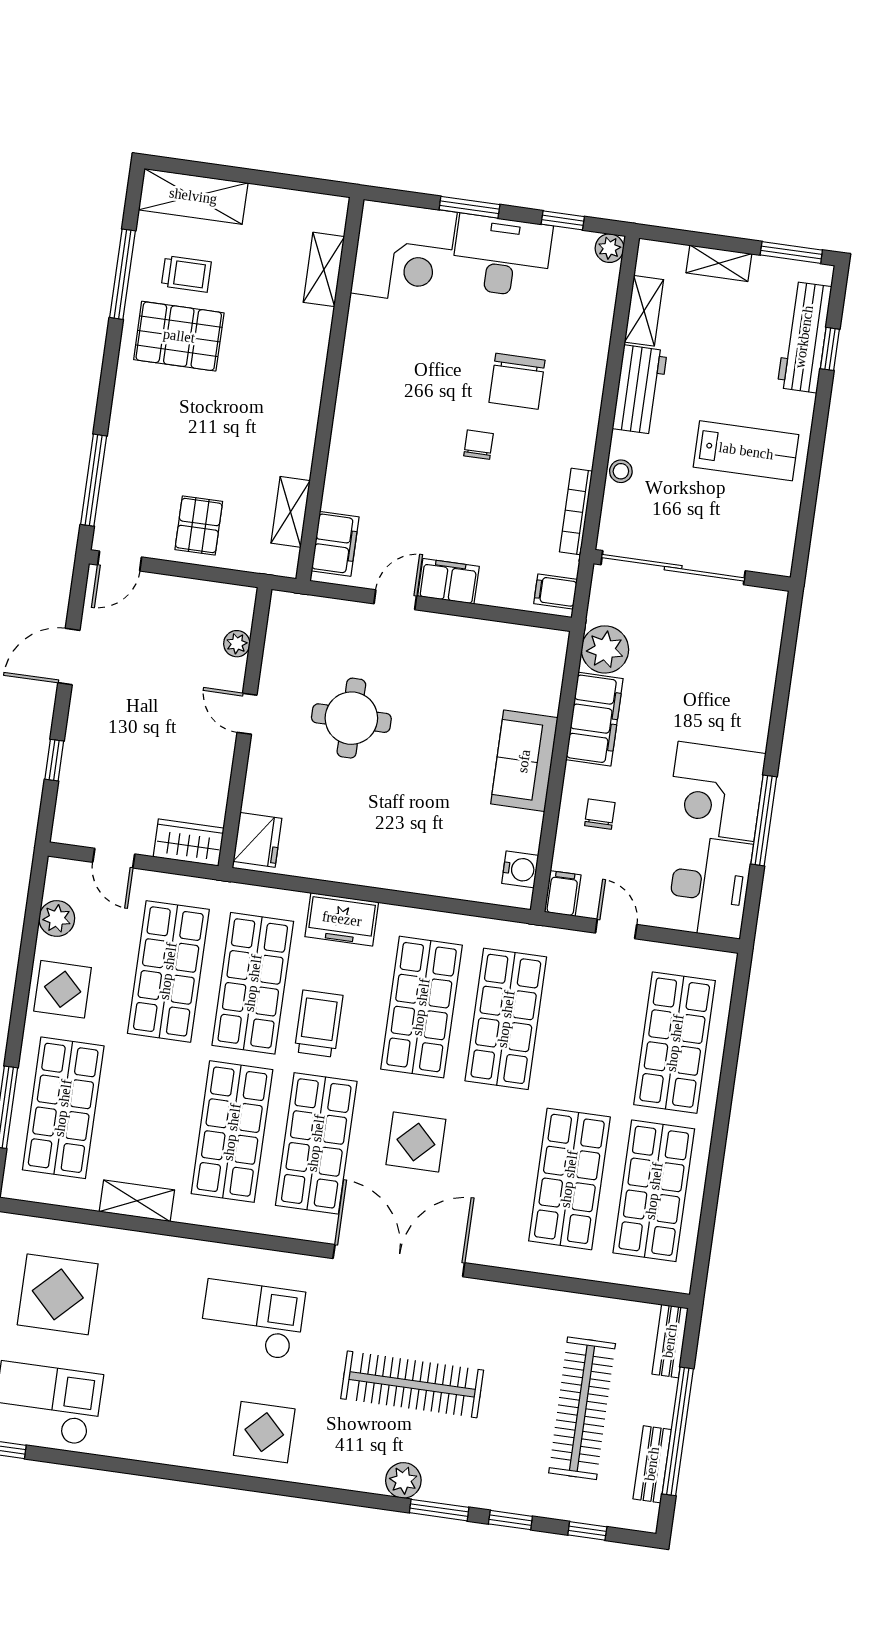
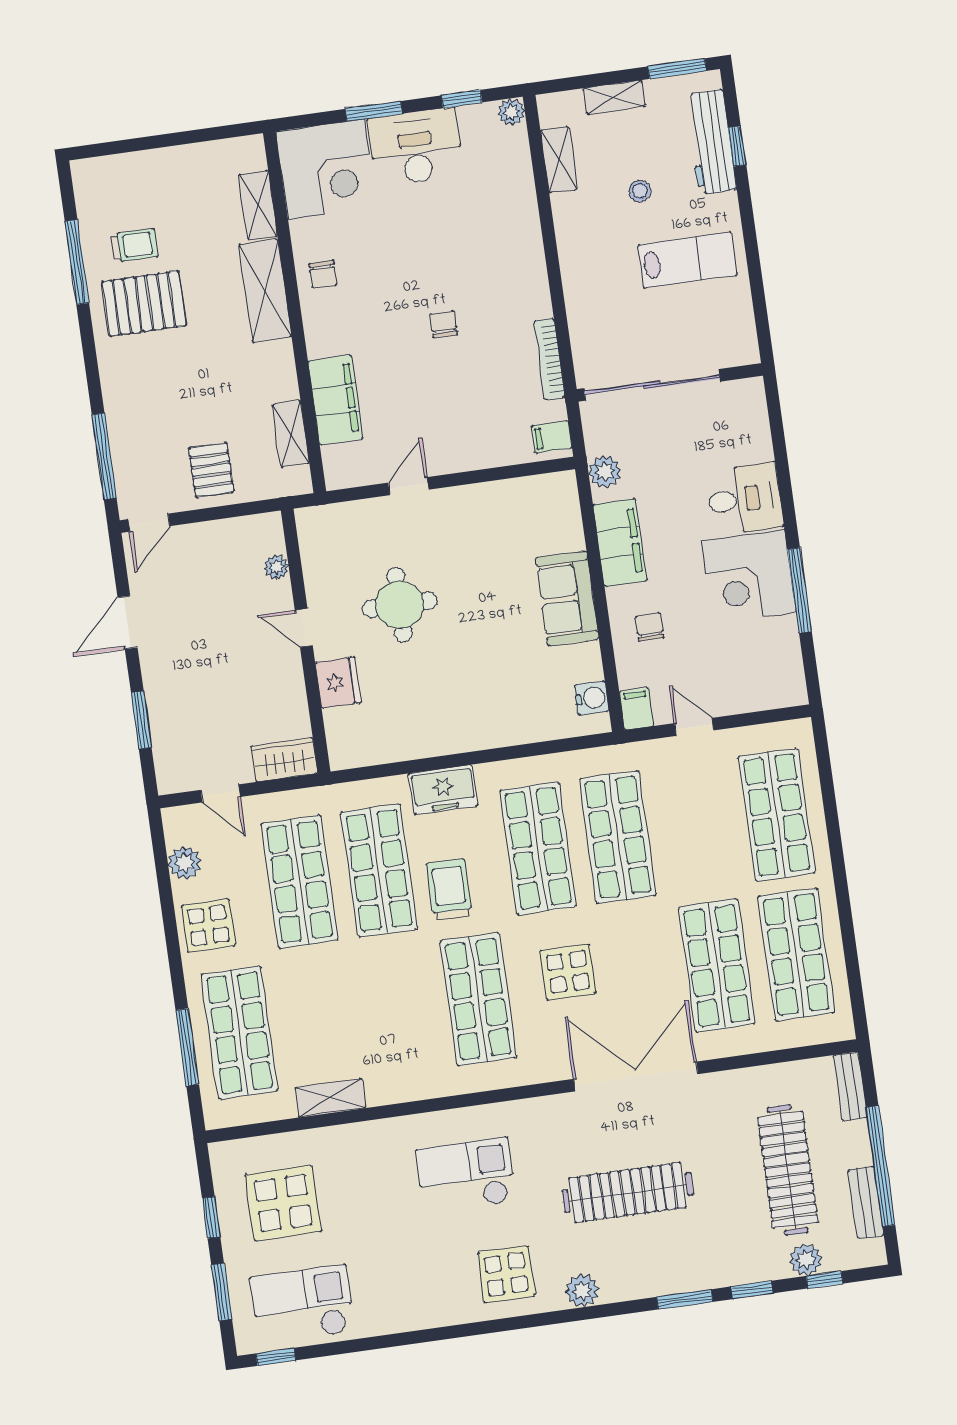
shelving: (193, 196) -> (265, 291), moved, turned 90
chair: (517, 381) -> (323, 274), moved, width x0.54, depth x0.54
workbench: (640, 390) -> (575, 232), removed
stool: (621, 471) -> (640, 191), moved
filing cabinet: (335, 544) -> (335, 400), moved, width x1.50, depth x1.17
filing cabinet: (448, 581) -> (452, 456), removed
plant: (605, 649) -> (605, 472), width x0.73, depth x0.73
window: (54, 760) -> (141, 720), width x1.50
fridge: (258, 840) -> (338, 683), moved
desk: (709, 887) -> (744, 499), moved, width x0.73
shop shelf: (232, 1132) -> (399, 1010), removed
double door: (399, 1261) -> (636, 1077), moved
plant: (403, 1480) -> (582, 1291), moved
plant: (574, 1505) -> (806, 1260), added

